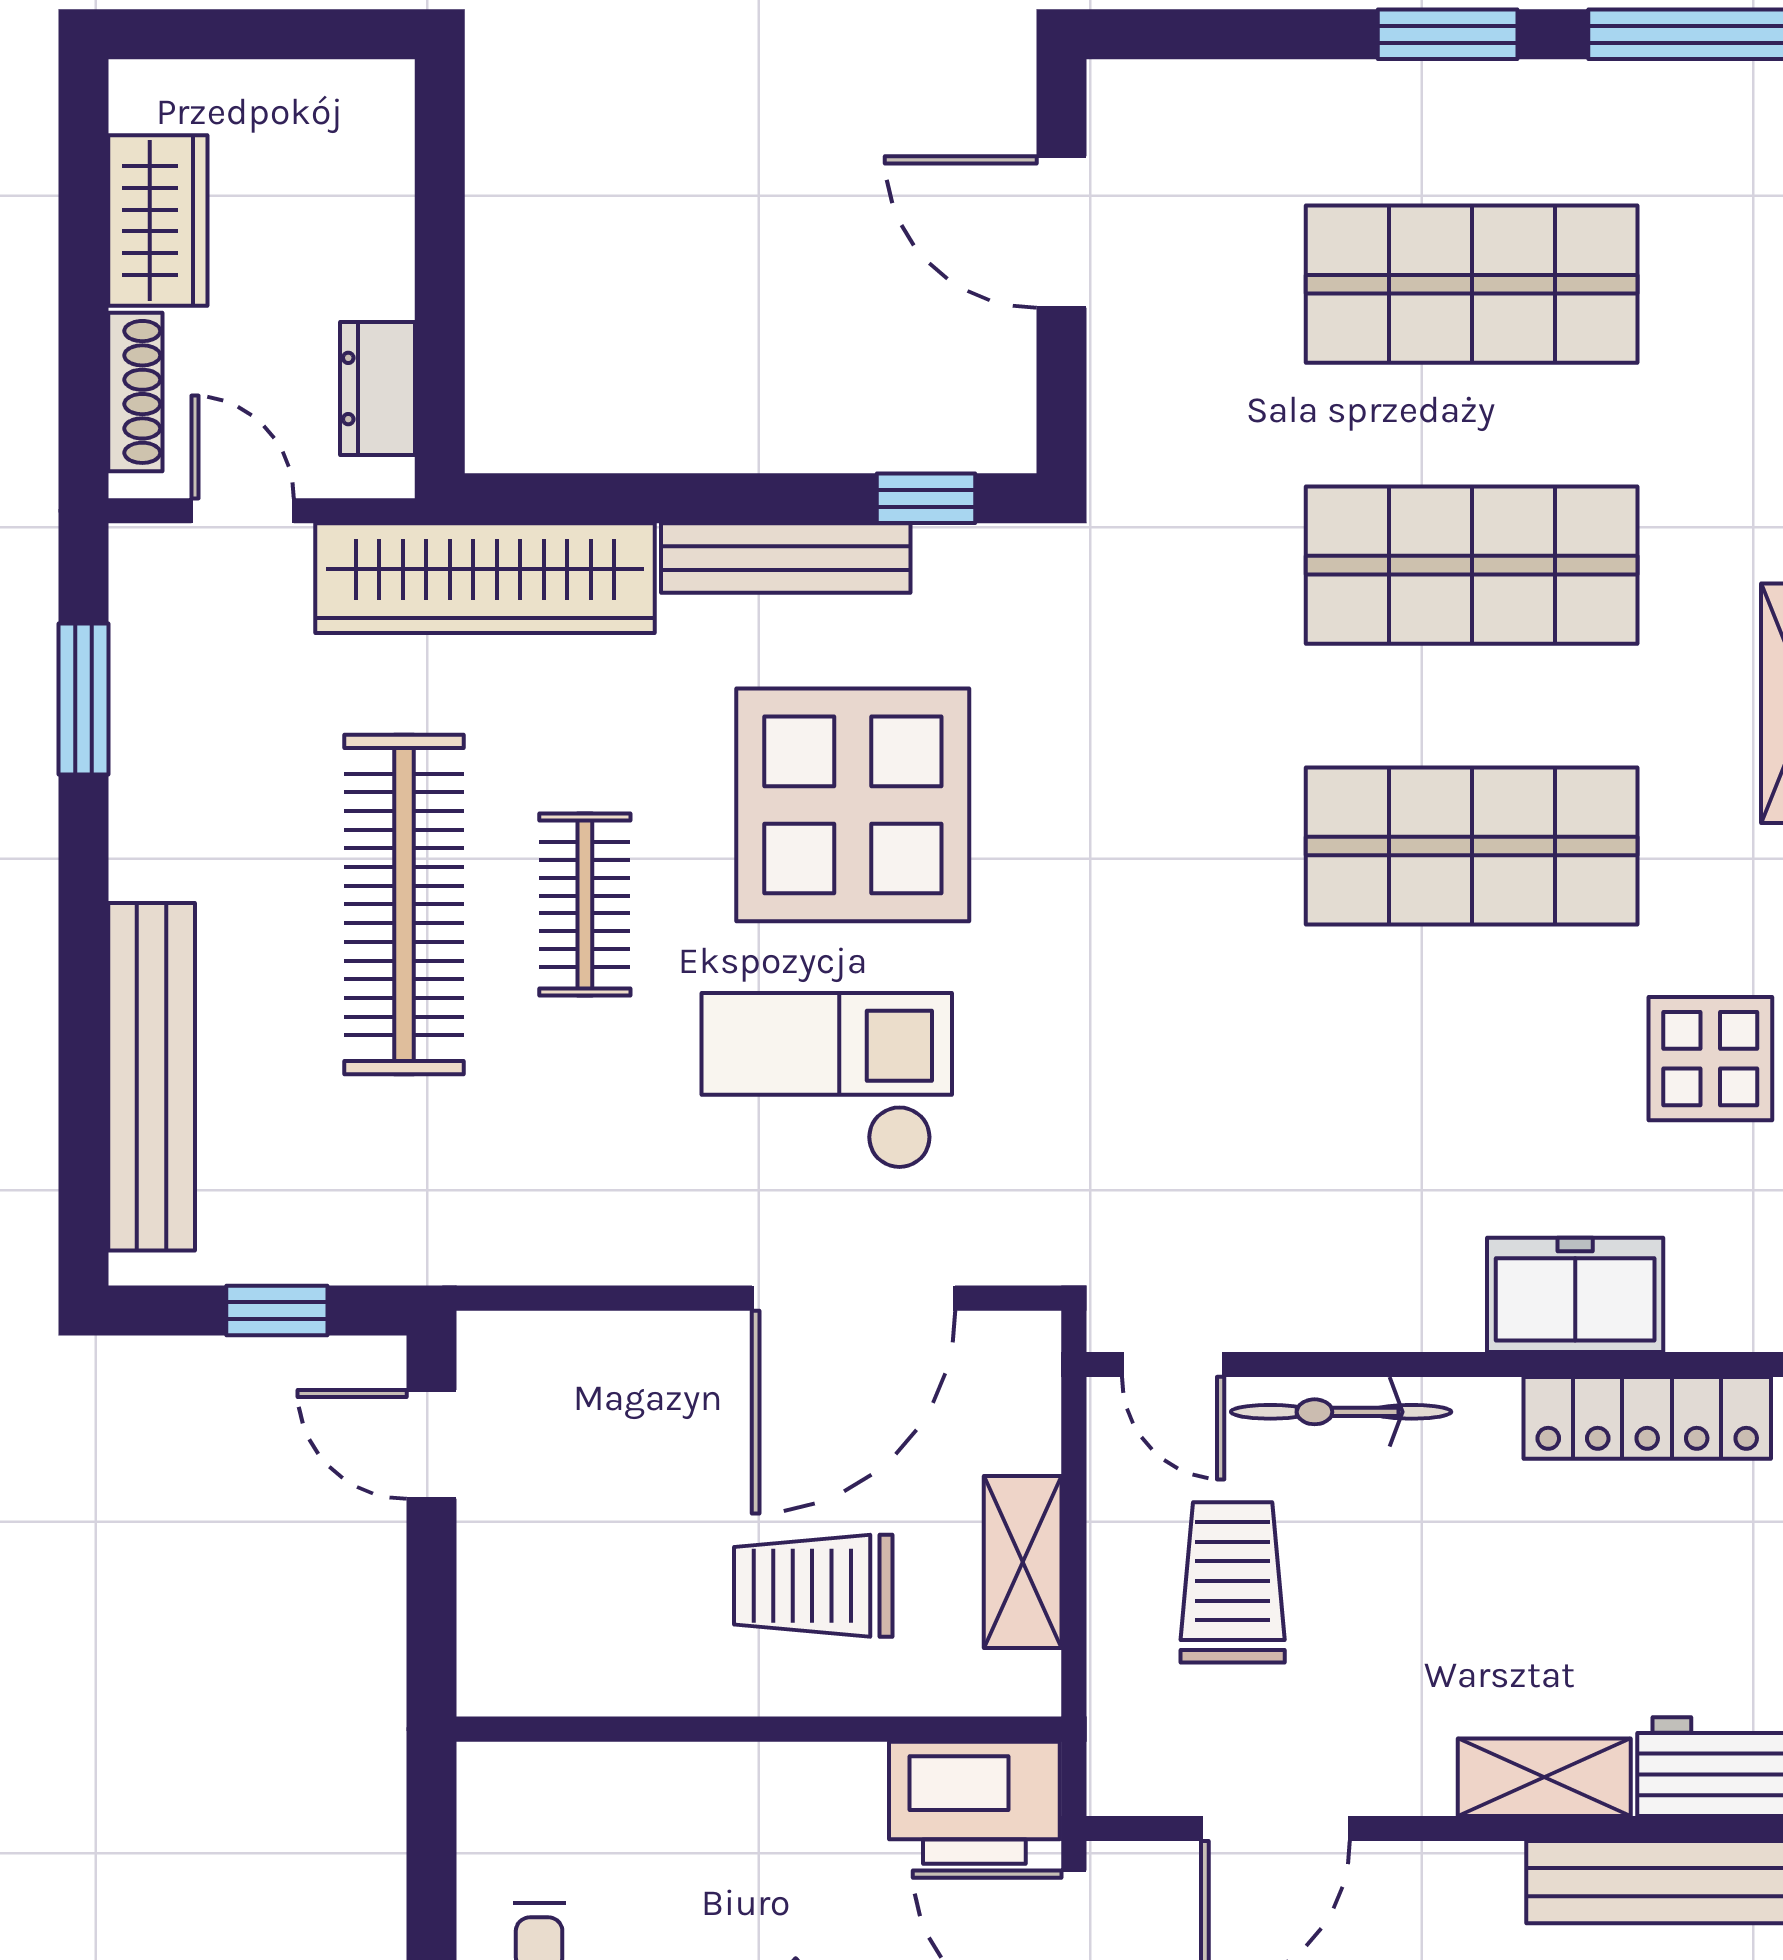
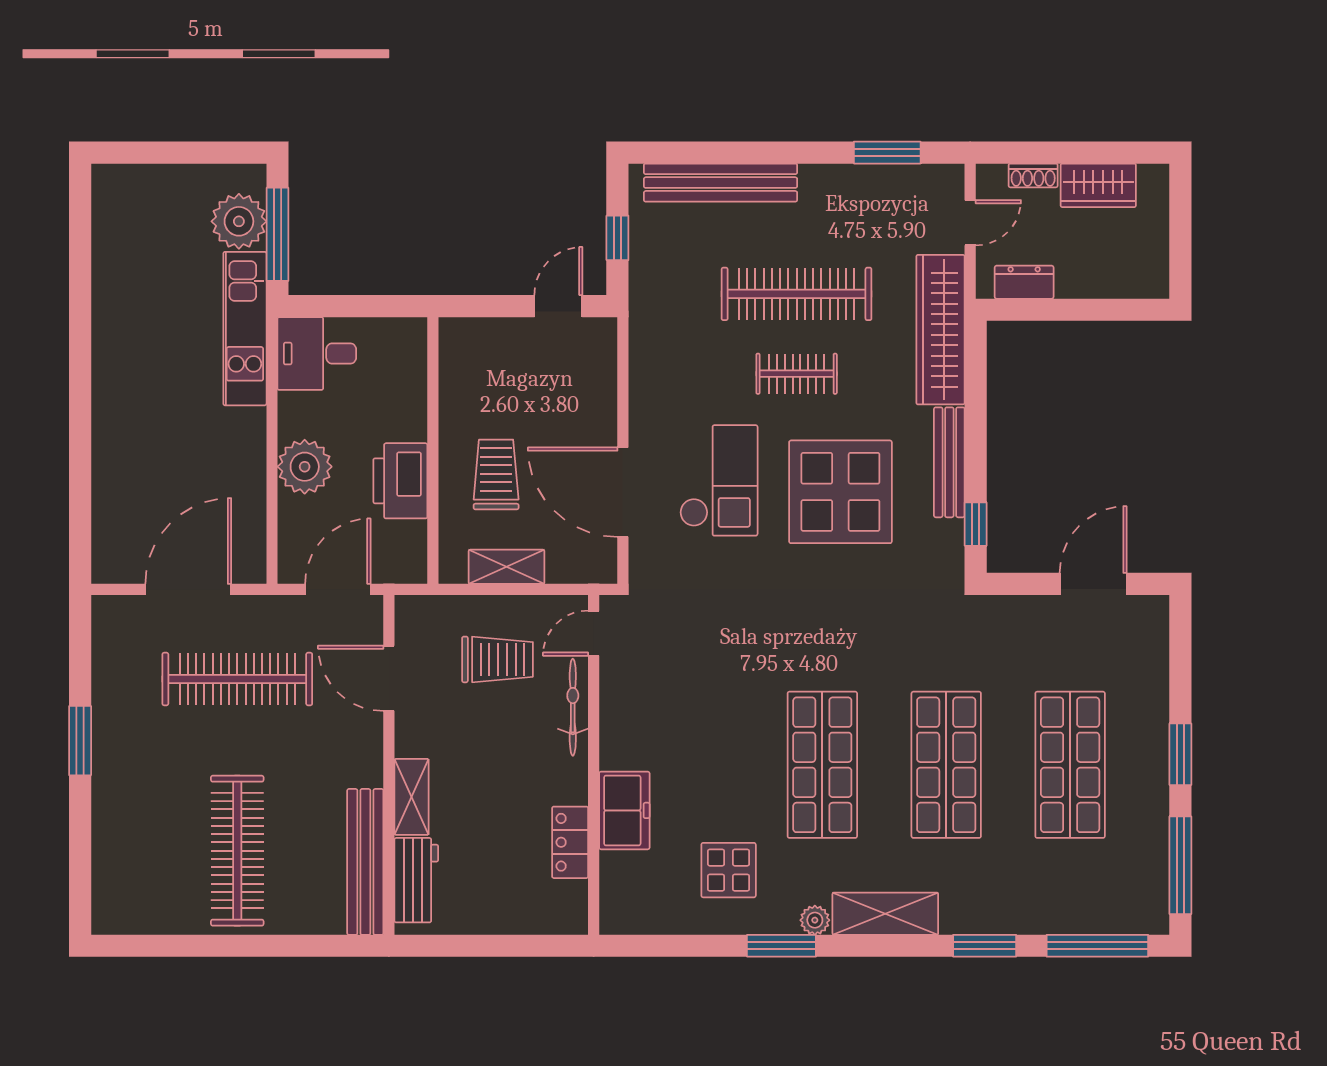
shoe rack: (135, 392) -> (1033, 175), width x0.70
locker: (1647, 1418) -> (570, 842), width x0.66
printer: (974, 1803) -> (400, 481), moved

